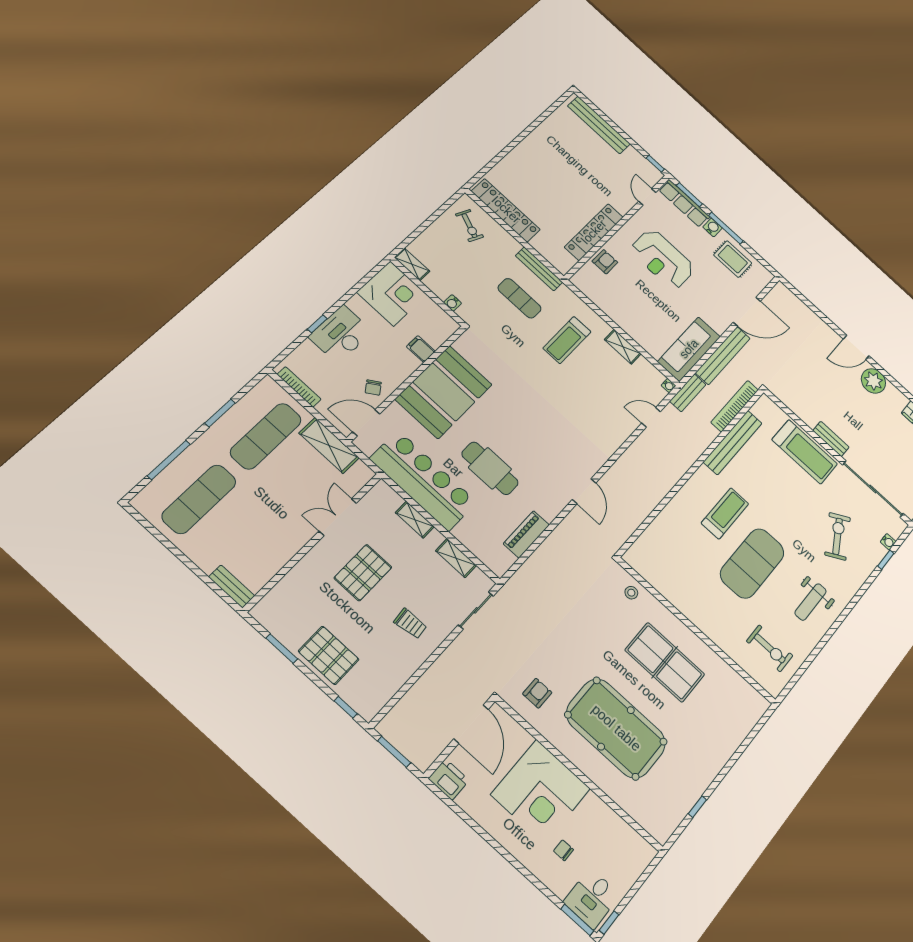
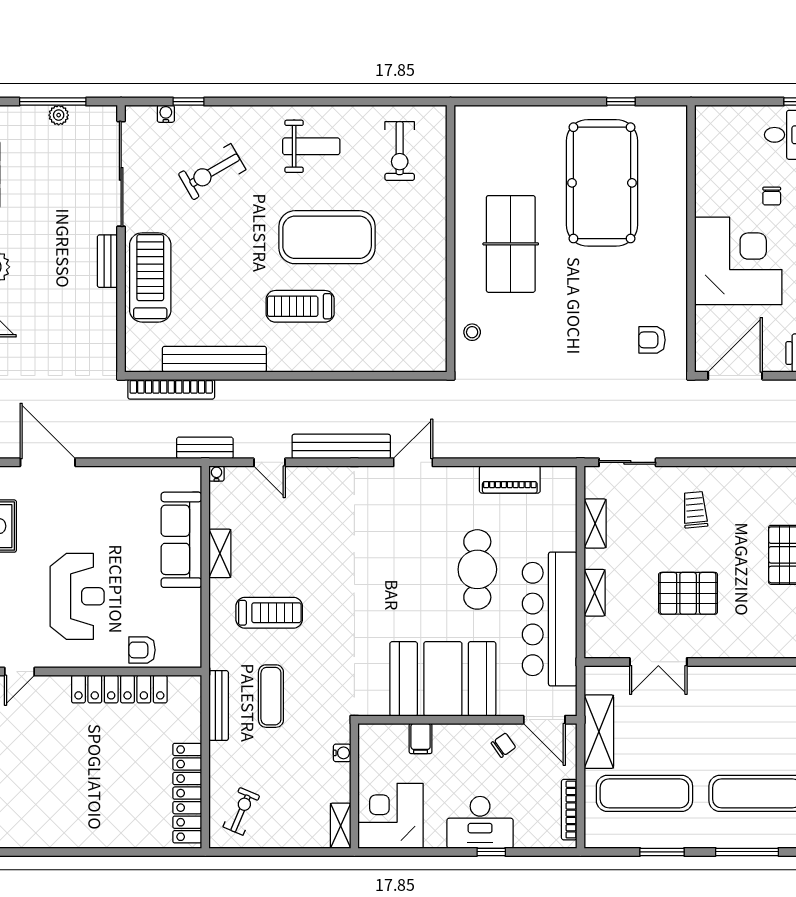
sofa: (689, 349) -> (181, 540), moved, turned 90
bench: (723, 356) -> (341, 446), moved
exercise bike: (770, 648) -> (400, 151), turned 180
pool table: (616, 728) -> (602, 183), moved

